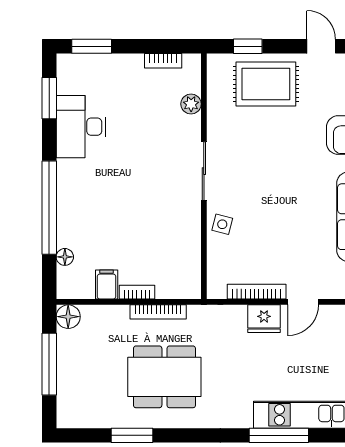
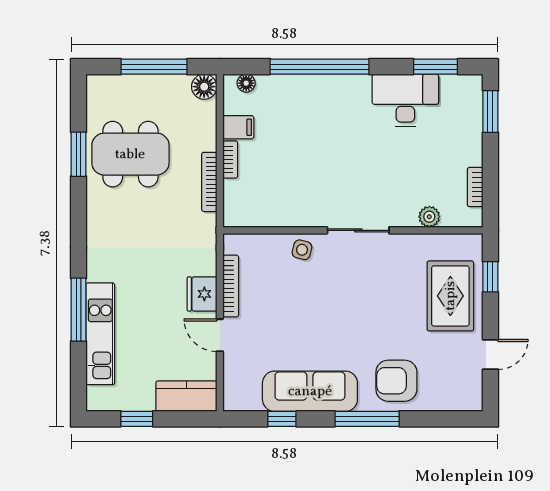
floor lamp: (65, 257) -> (246, 83), moved
dining table: (164, 377) -> (130, 154), moved, turned 90

